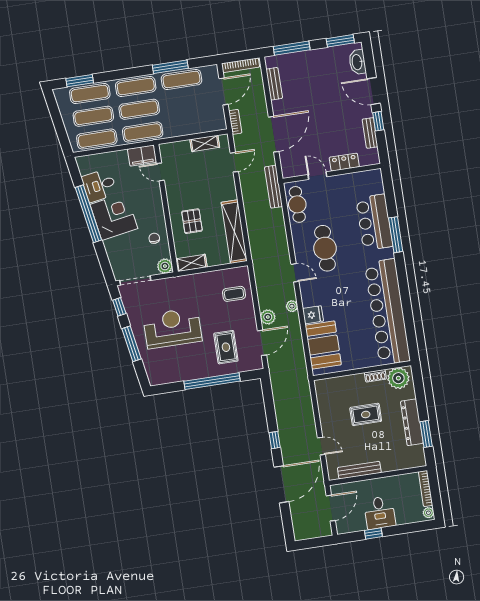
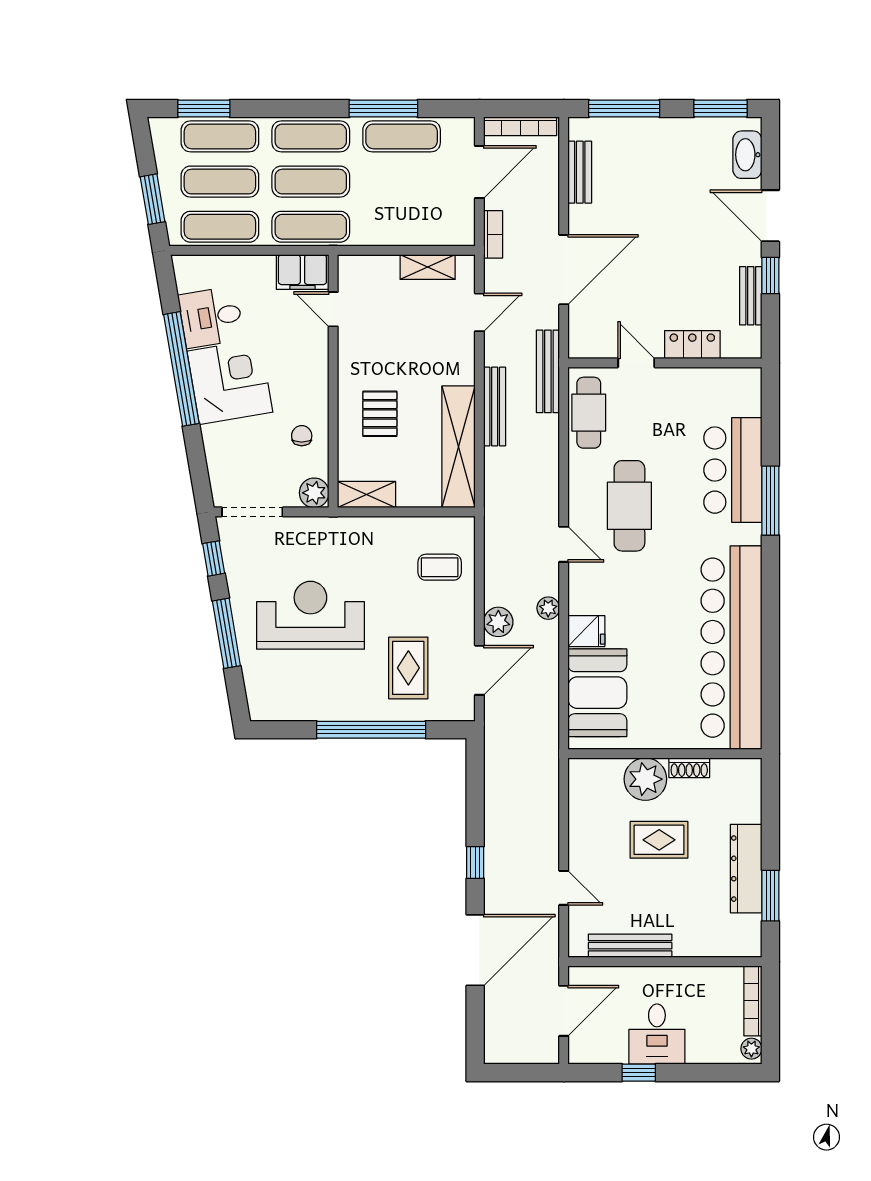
window: (61, 130) -> (153, 199), added
bench: (249, 209) -> (495, 406), added
plant: (398, 378) -> (645, 779), moved

